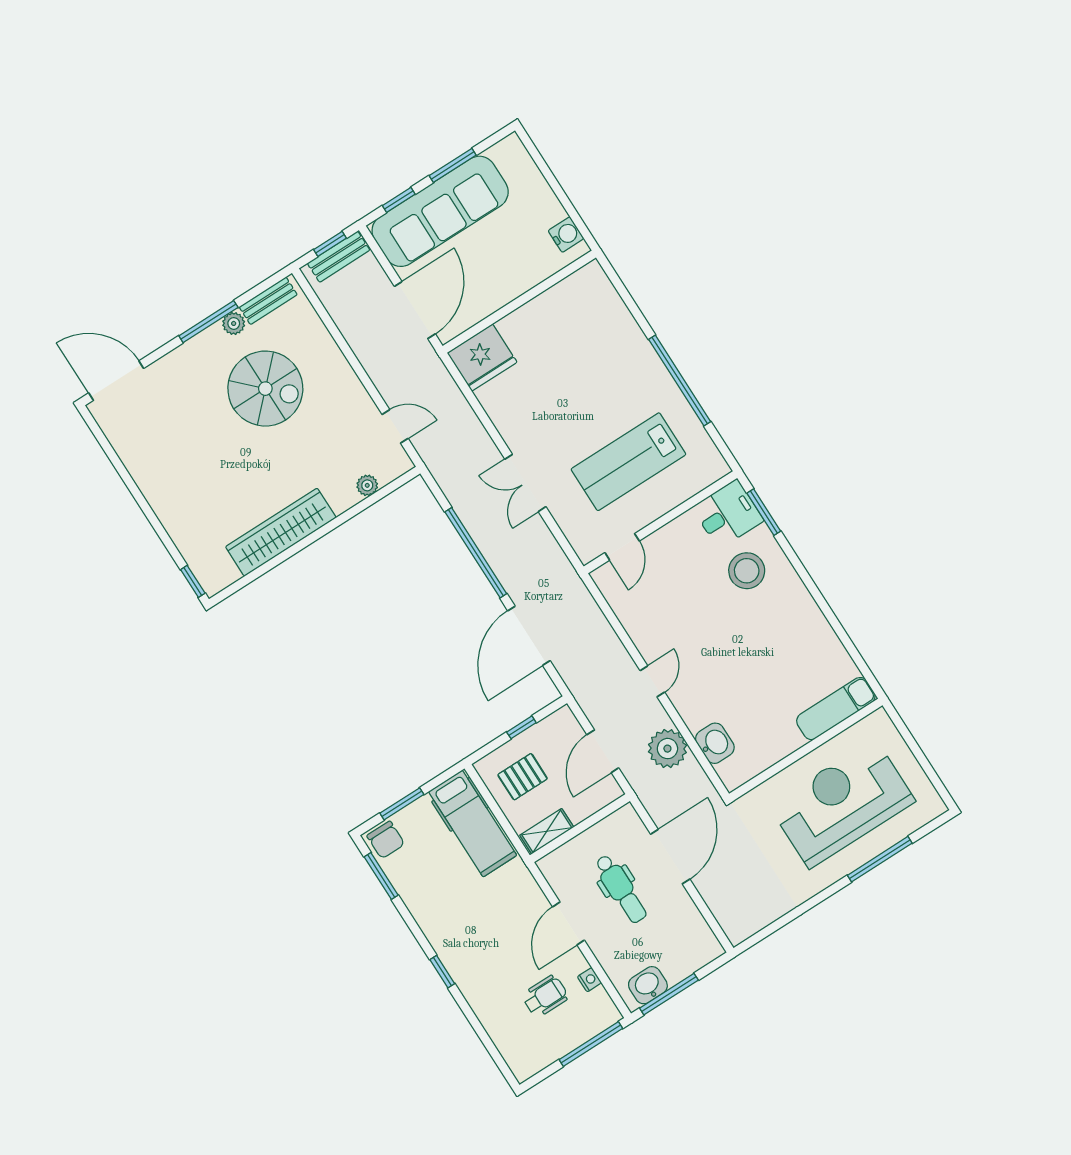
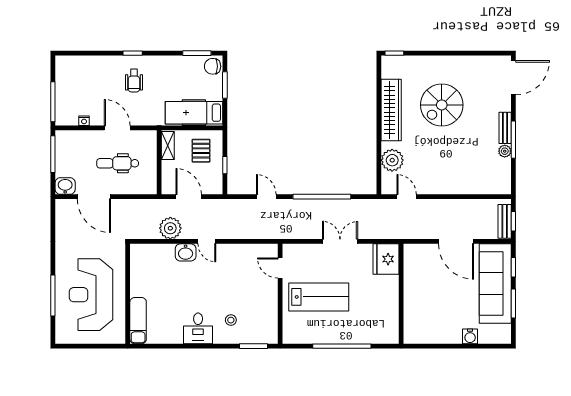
water cooler: (566, 235) -> (470, 336), moved
bench: (268, 301) -> (505, 128), moved
wall: (519, 302) -> (401, 294), moved
fridge: (482, 358) -> (386, 259), moved
spiral stairs: (265, 389) -> (442, 105), moved
door: (395, 426) -> (407, 197), swing flipped
lab bench: (628, 462) -> (319, 297), turned 90
plant: (367, 485) -> (392, 160), width x1.88, depth x1.88
desk: (728, 514) -> (198, 328), moved
stool: (747, 571) -> (231, 320), width x0.53, depth x0.53
door: (529, 636) -> (266, 197), width x0.53
washbasin: (715, 743) -> (186, 252), moved
reception desk: (842, 803) -> (91, 295), turned 180
door: (670, 857) -> (94, 197), moved
washbasin: (648, 985) -> (65, 186), moved, turned -90
wheelchair: (545, 996) -> (134, 81), moved

